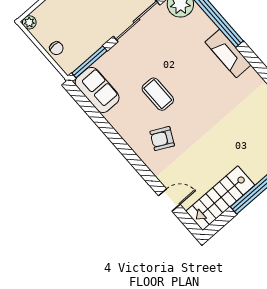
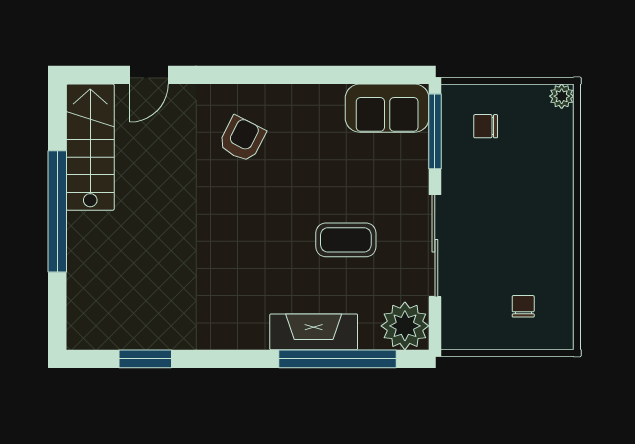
chair: (56, 48) -> (486, 126), moved
fireplace: (228, 53) -> (314, 332), moved
coffee table: (158, 94) -> (346, 240), moved

